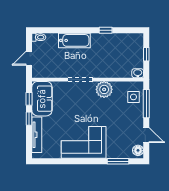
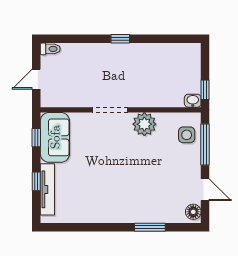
window: (106, 30) -> (120, 39), moved
bathtub: (74, 40) -> (101, 53), removed
window: (146, 54) -> (205, 90), moved
window: (29, 119) -> (36, 181), moved
corner sofa: (84, 142) -> (115, 200), removed
window: (118, 161) -> (150, 227), moved

